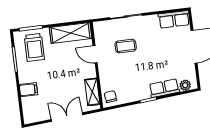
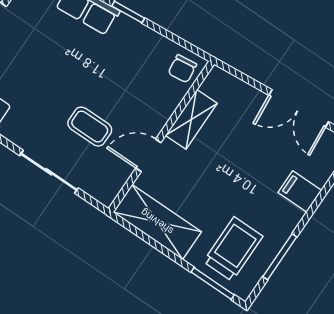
door: (95, 54) -> (148, 155), swing flipped
shelving: (92, 92) -> (191, 119), moved
double door: (67, 117) -> (299, 108), moved

